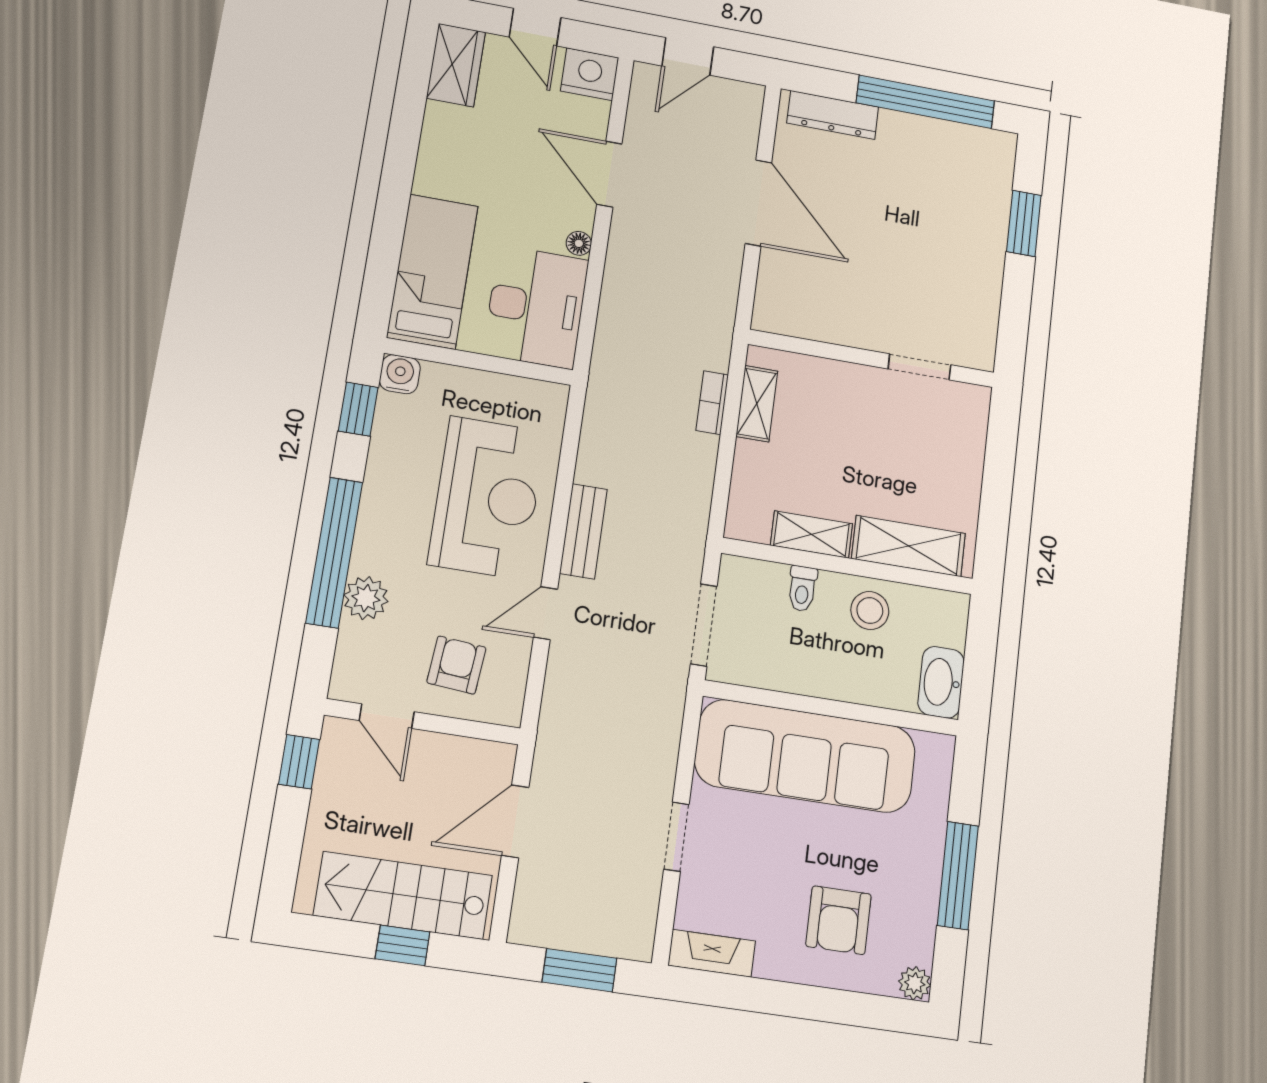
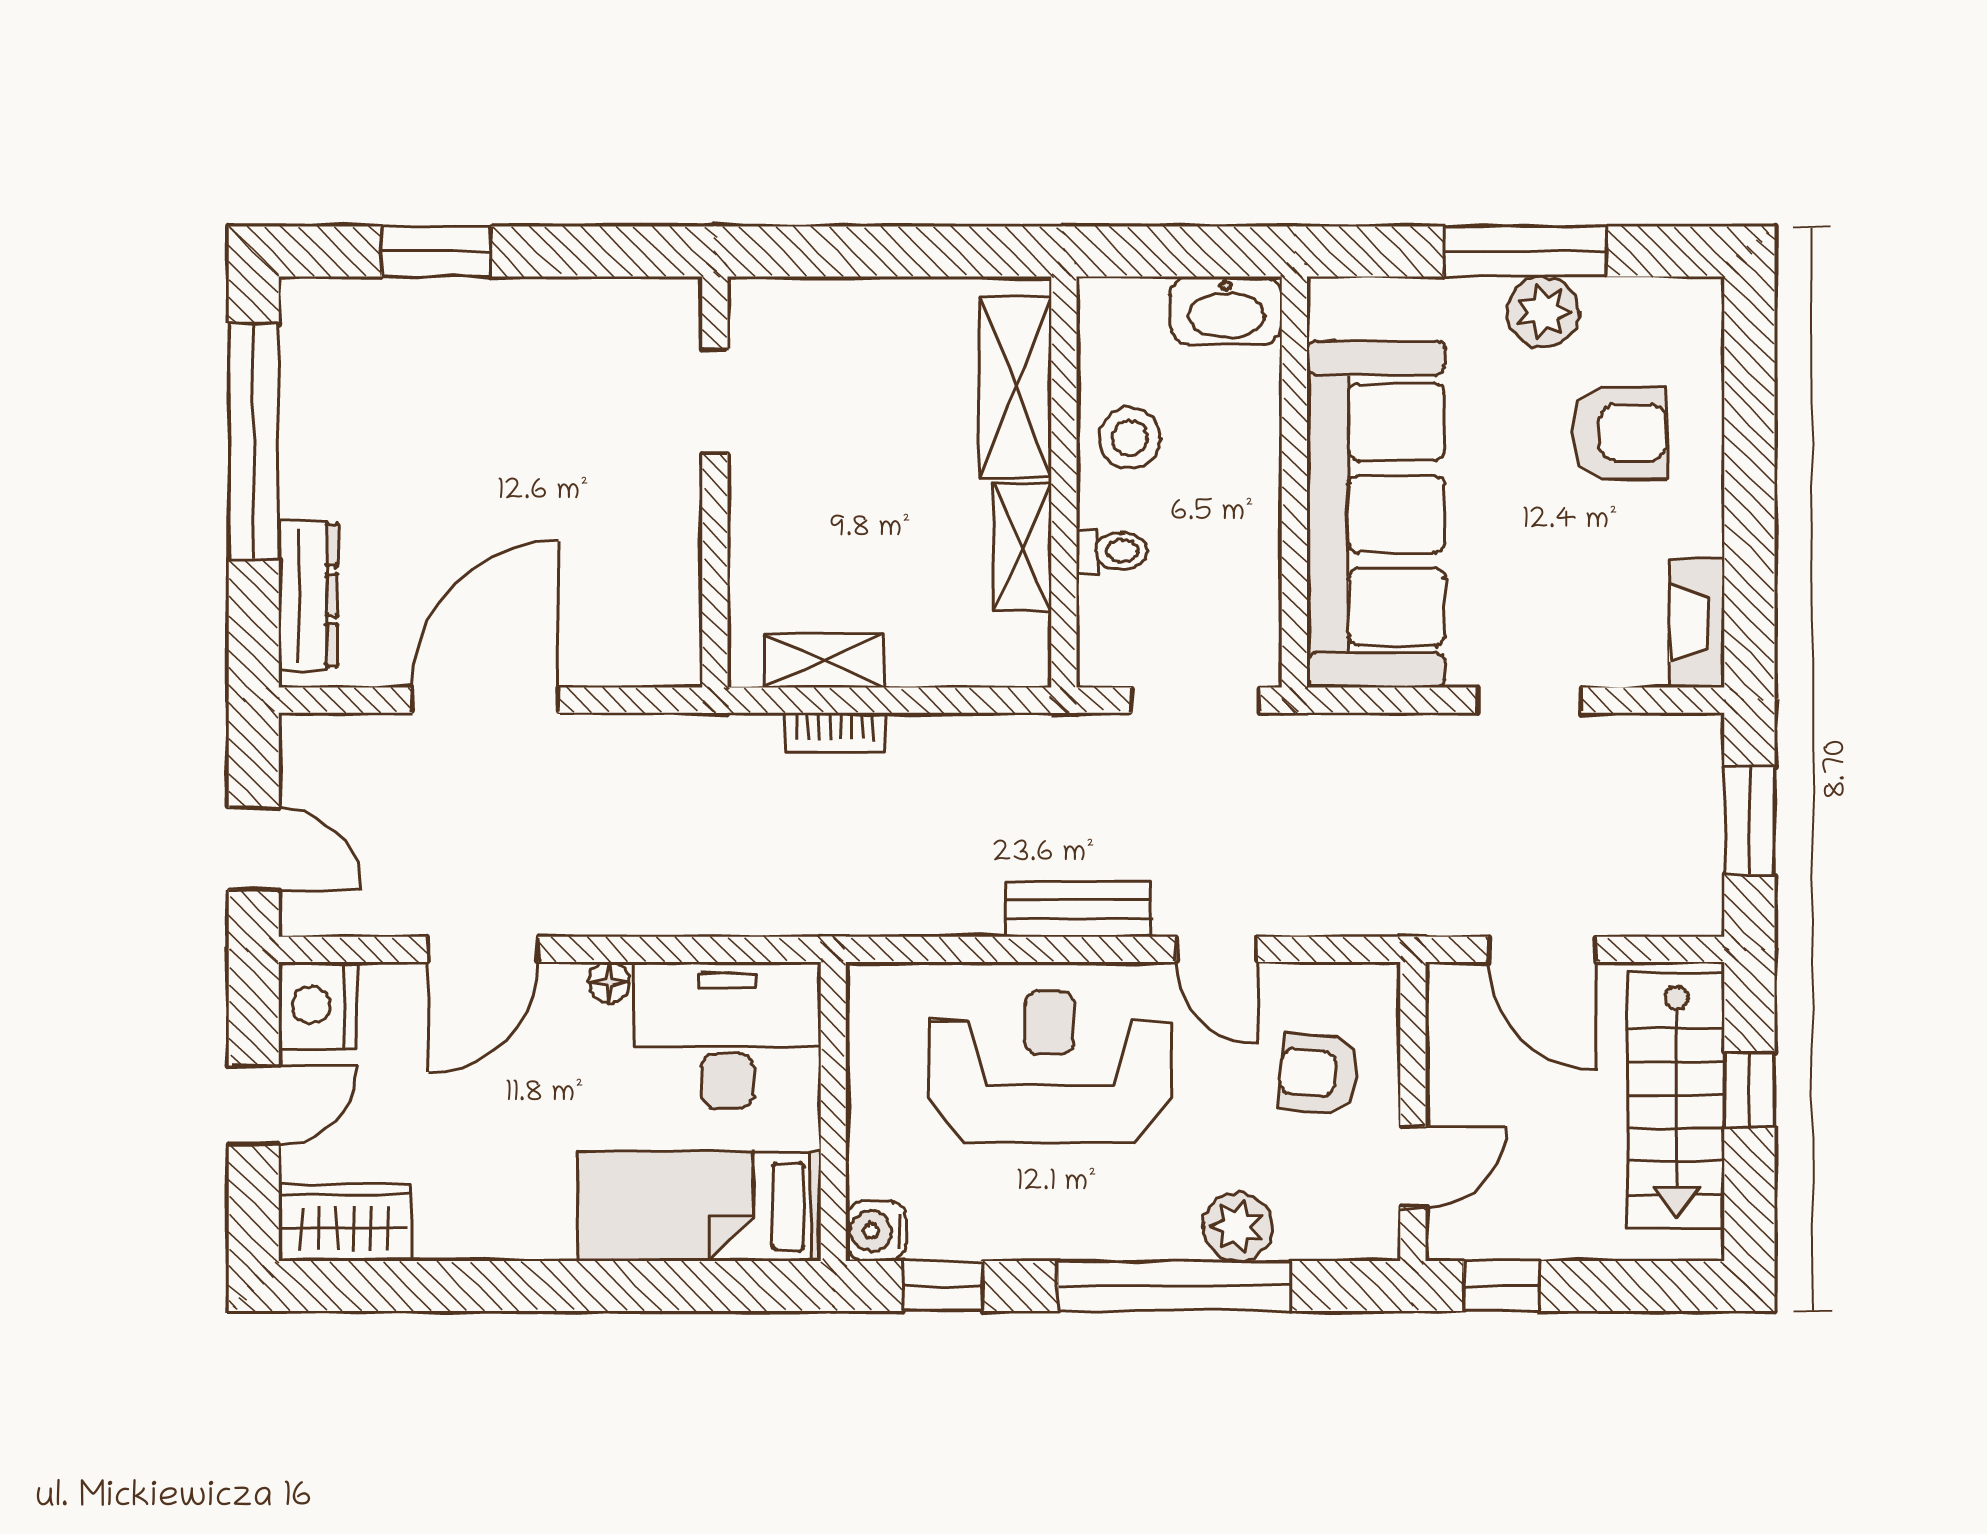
plant: (915, 983) -> (1543, 312), moved, width x1.38, depth x1.38

